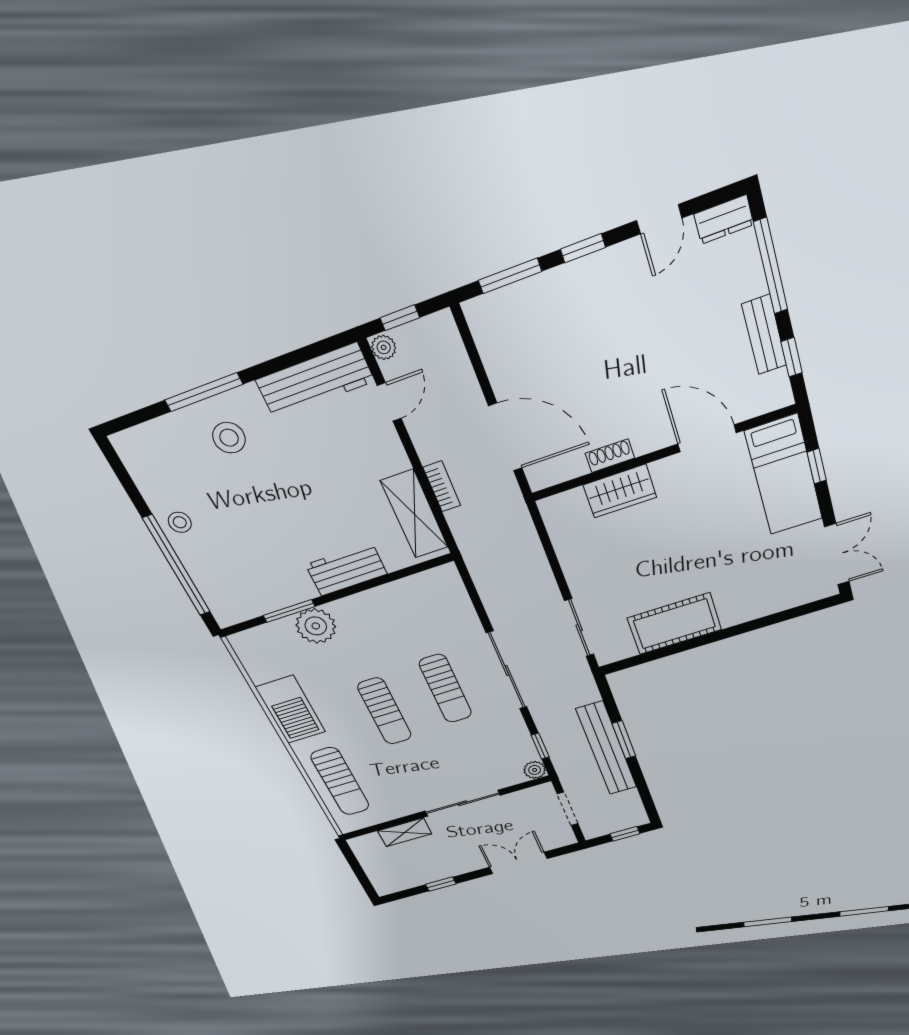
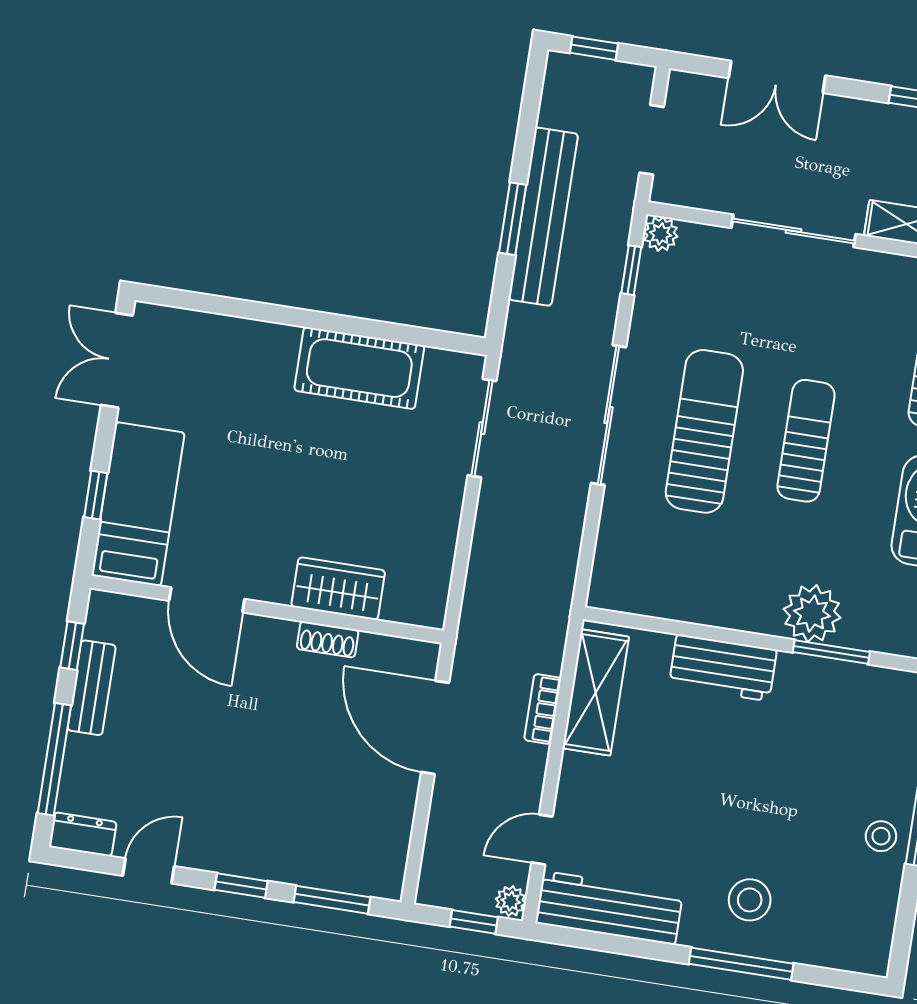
sun lounger: (446, 689) -> (704, 431), width x1.36, depth x1.34

